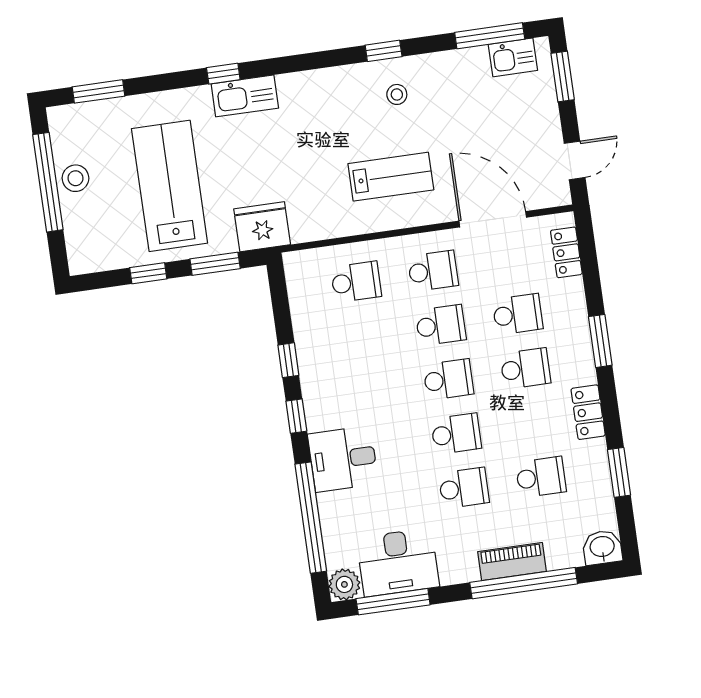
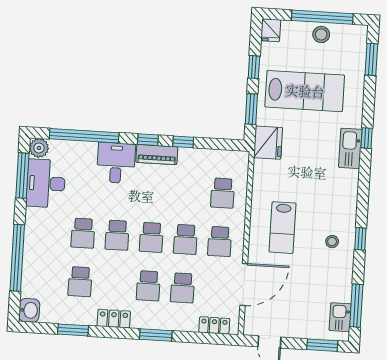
fridge: (85, 259) -> (271, 30), added
piano: (512, 562) -> (157, 155), moved, turned 90

